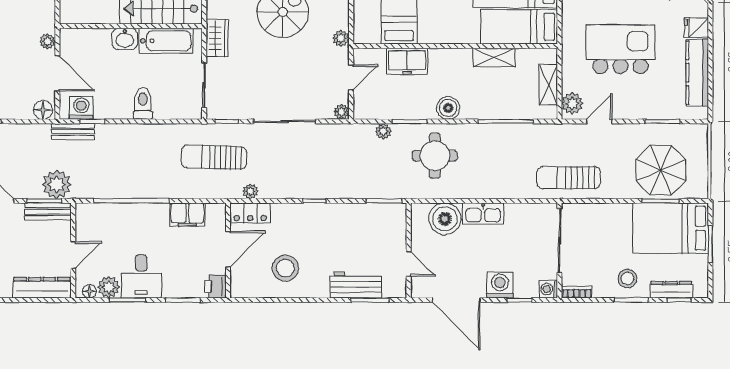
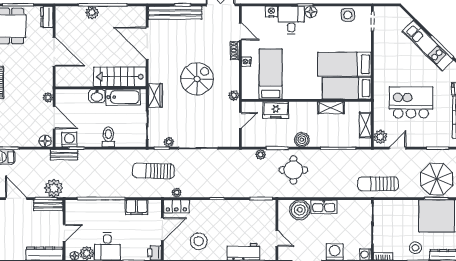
plant: (341, 112) -> (169, 142), moved

